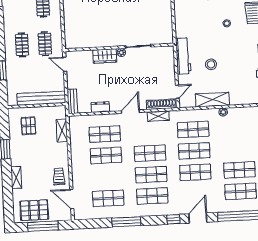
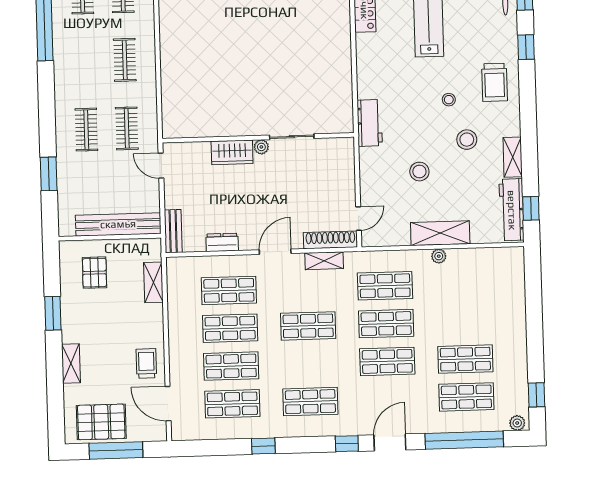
stool: (237, 46) -> (467, 140), added
workbench: (183, 56) -> (370, 123), moved, width x0.73
shelving: (212, 100) -> (440, 233), moved
shop shelf: (151, 175) -> (231, 366), moved
window: (126, 222) -> (263, 446), width x0.46

